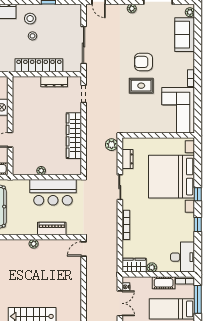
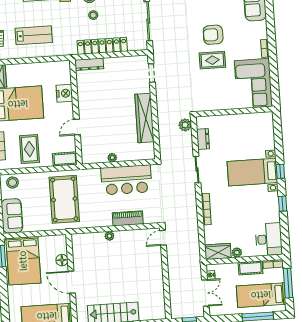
dresser: (54, 82) -> (89, 64), moved
bed with nightstands: (172, 177) -> (252, 172), width x0.54

